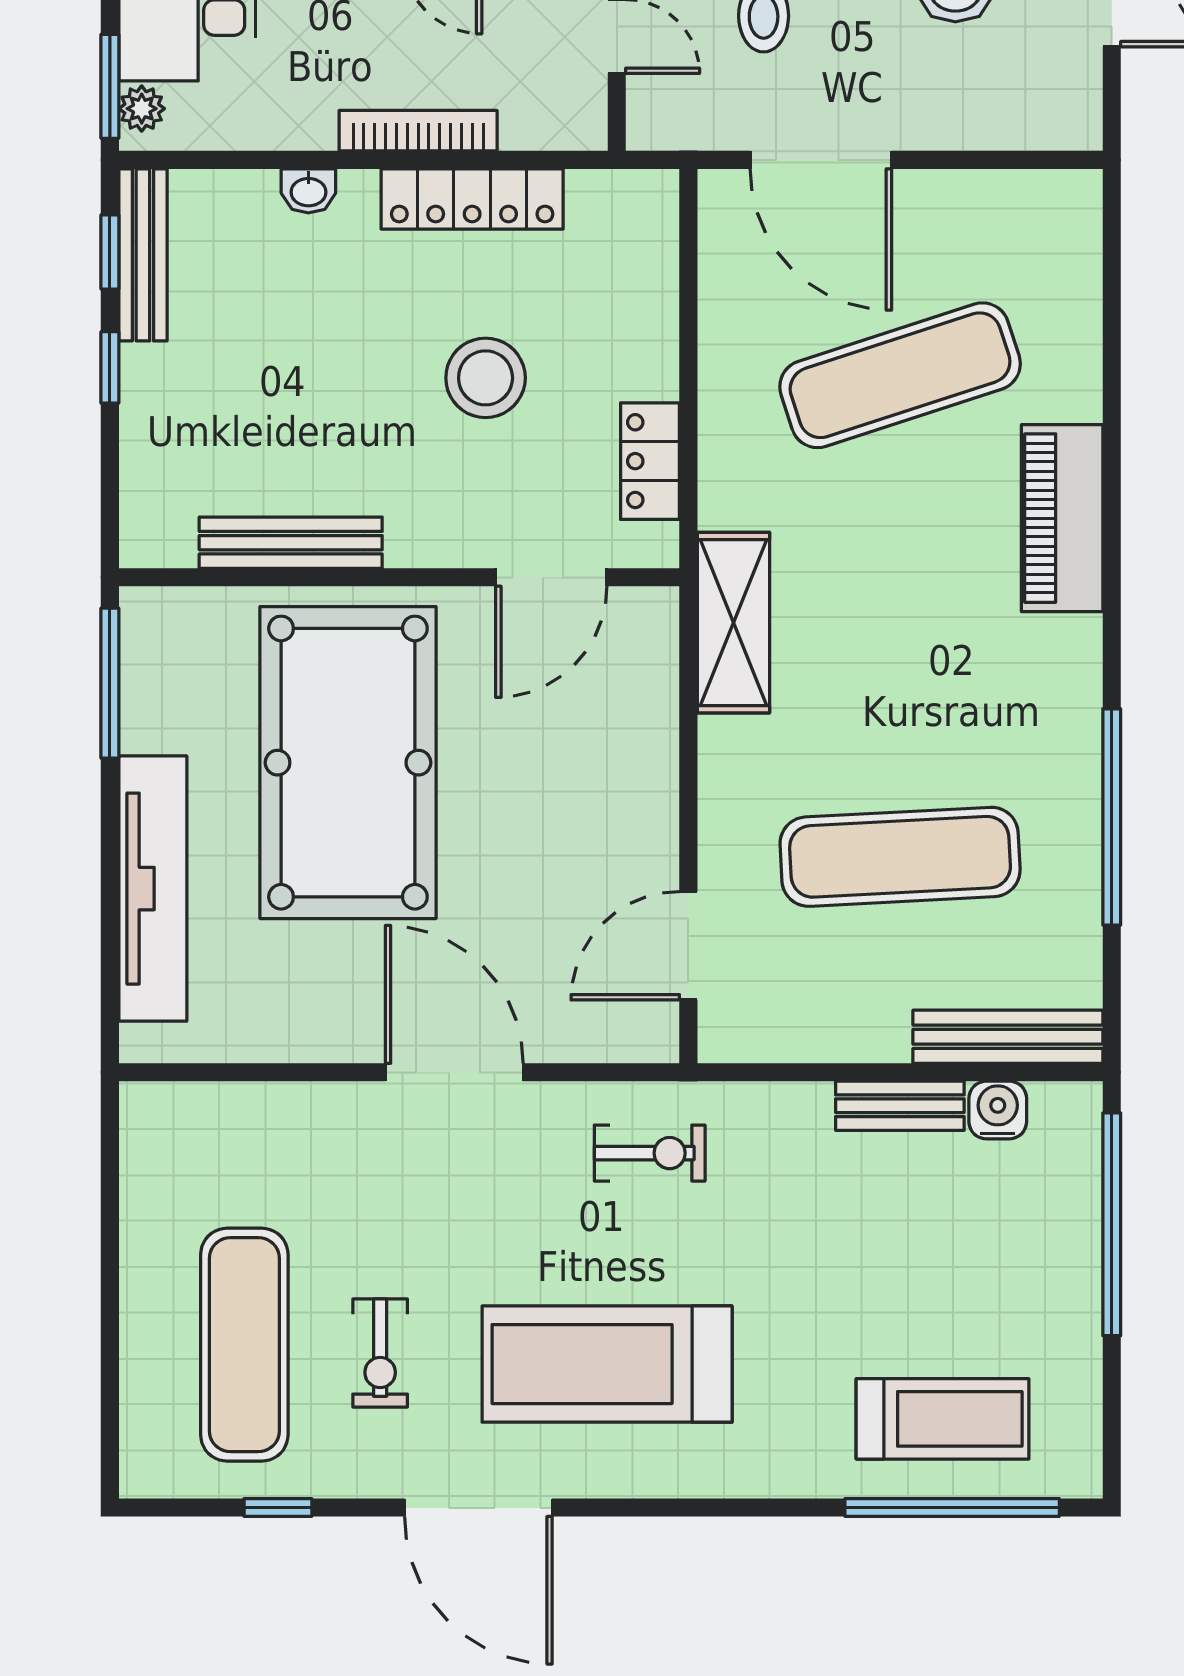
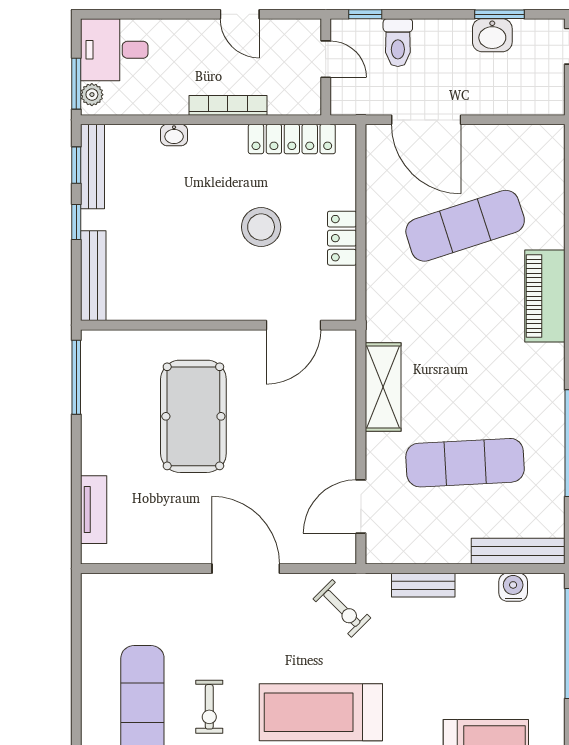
locker: (472, 199) -> (292, 139), moved
locker: (650, 461) -> (342, 238), moved
bench: (291, 543) -> (93, 276), moved, turned 90
shelving: (733, 623) -> (383, 387), moved
pool table: (348, 763) -> (193, 416), width x0.73, depth x0.76
tv unit: (153, 889) -> (94, 510), width x0.52, depth x0.78
bench: (900, 1106) -> (423, 585), moved
exercise bike: (650, 1153) -> (342, 608), turned 45

